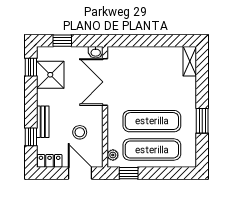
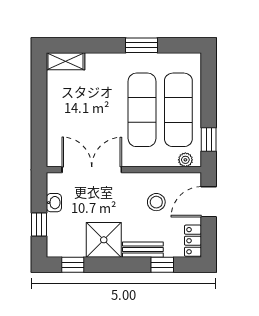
washbasin: (96, 52) -> (54, 203), moved
shower: (50, 75) -> (104, 240), moved
double door: (105, 82) -> (92, 170), swing flipped

